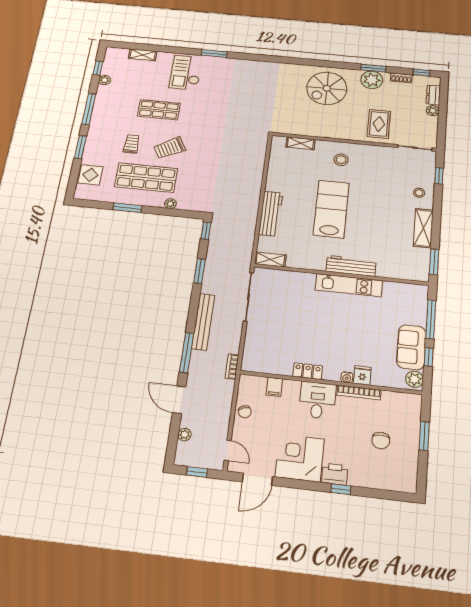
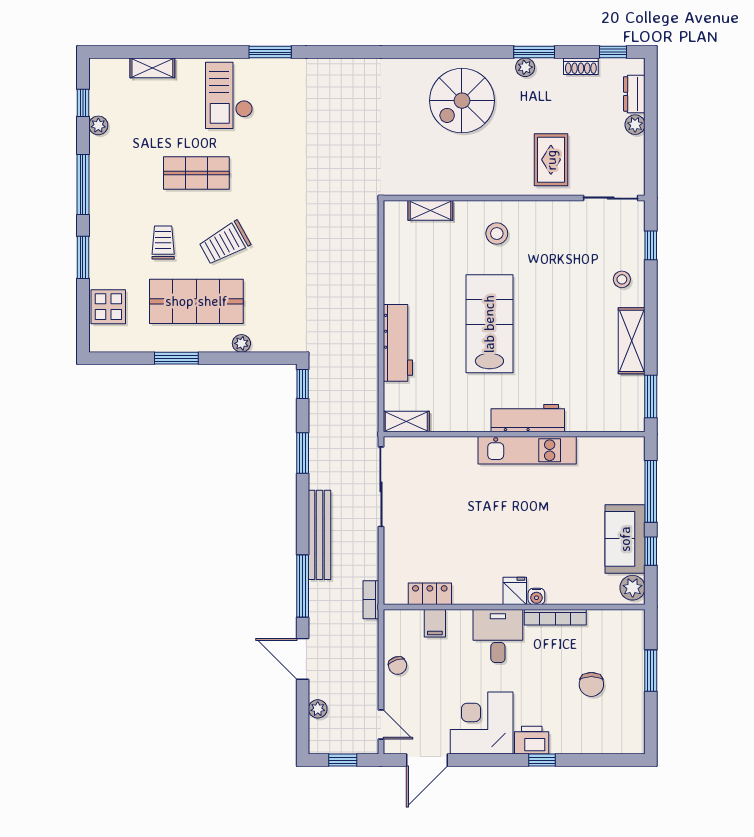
plant: (372, 80) -> (525, 67), width x0.53, depth x0.53
locker: (308, 371) -> (430, 594), moved
fridge: (362, 375) -> (515, 591), moved

